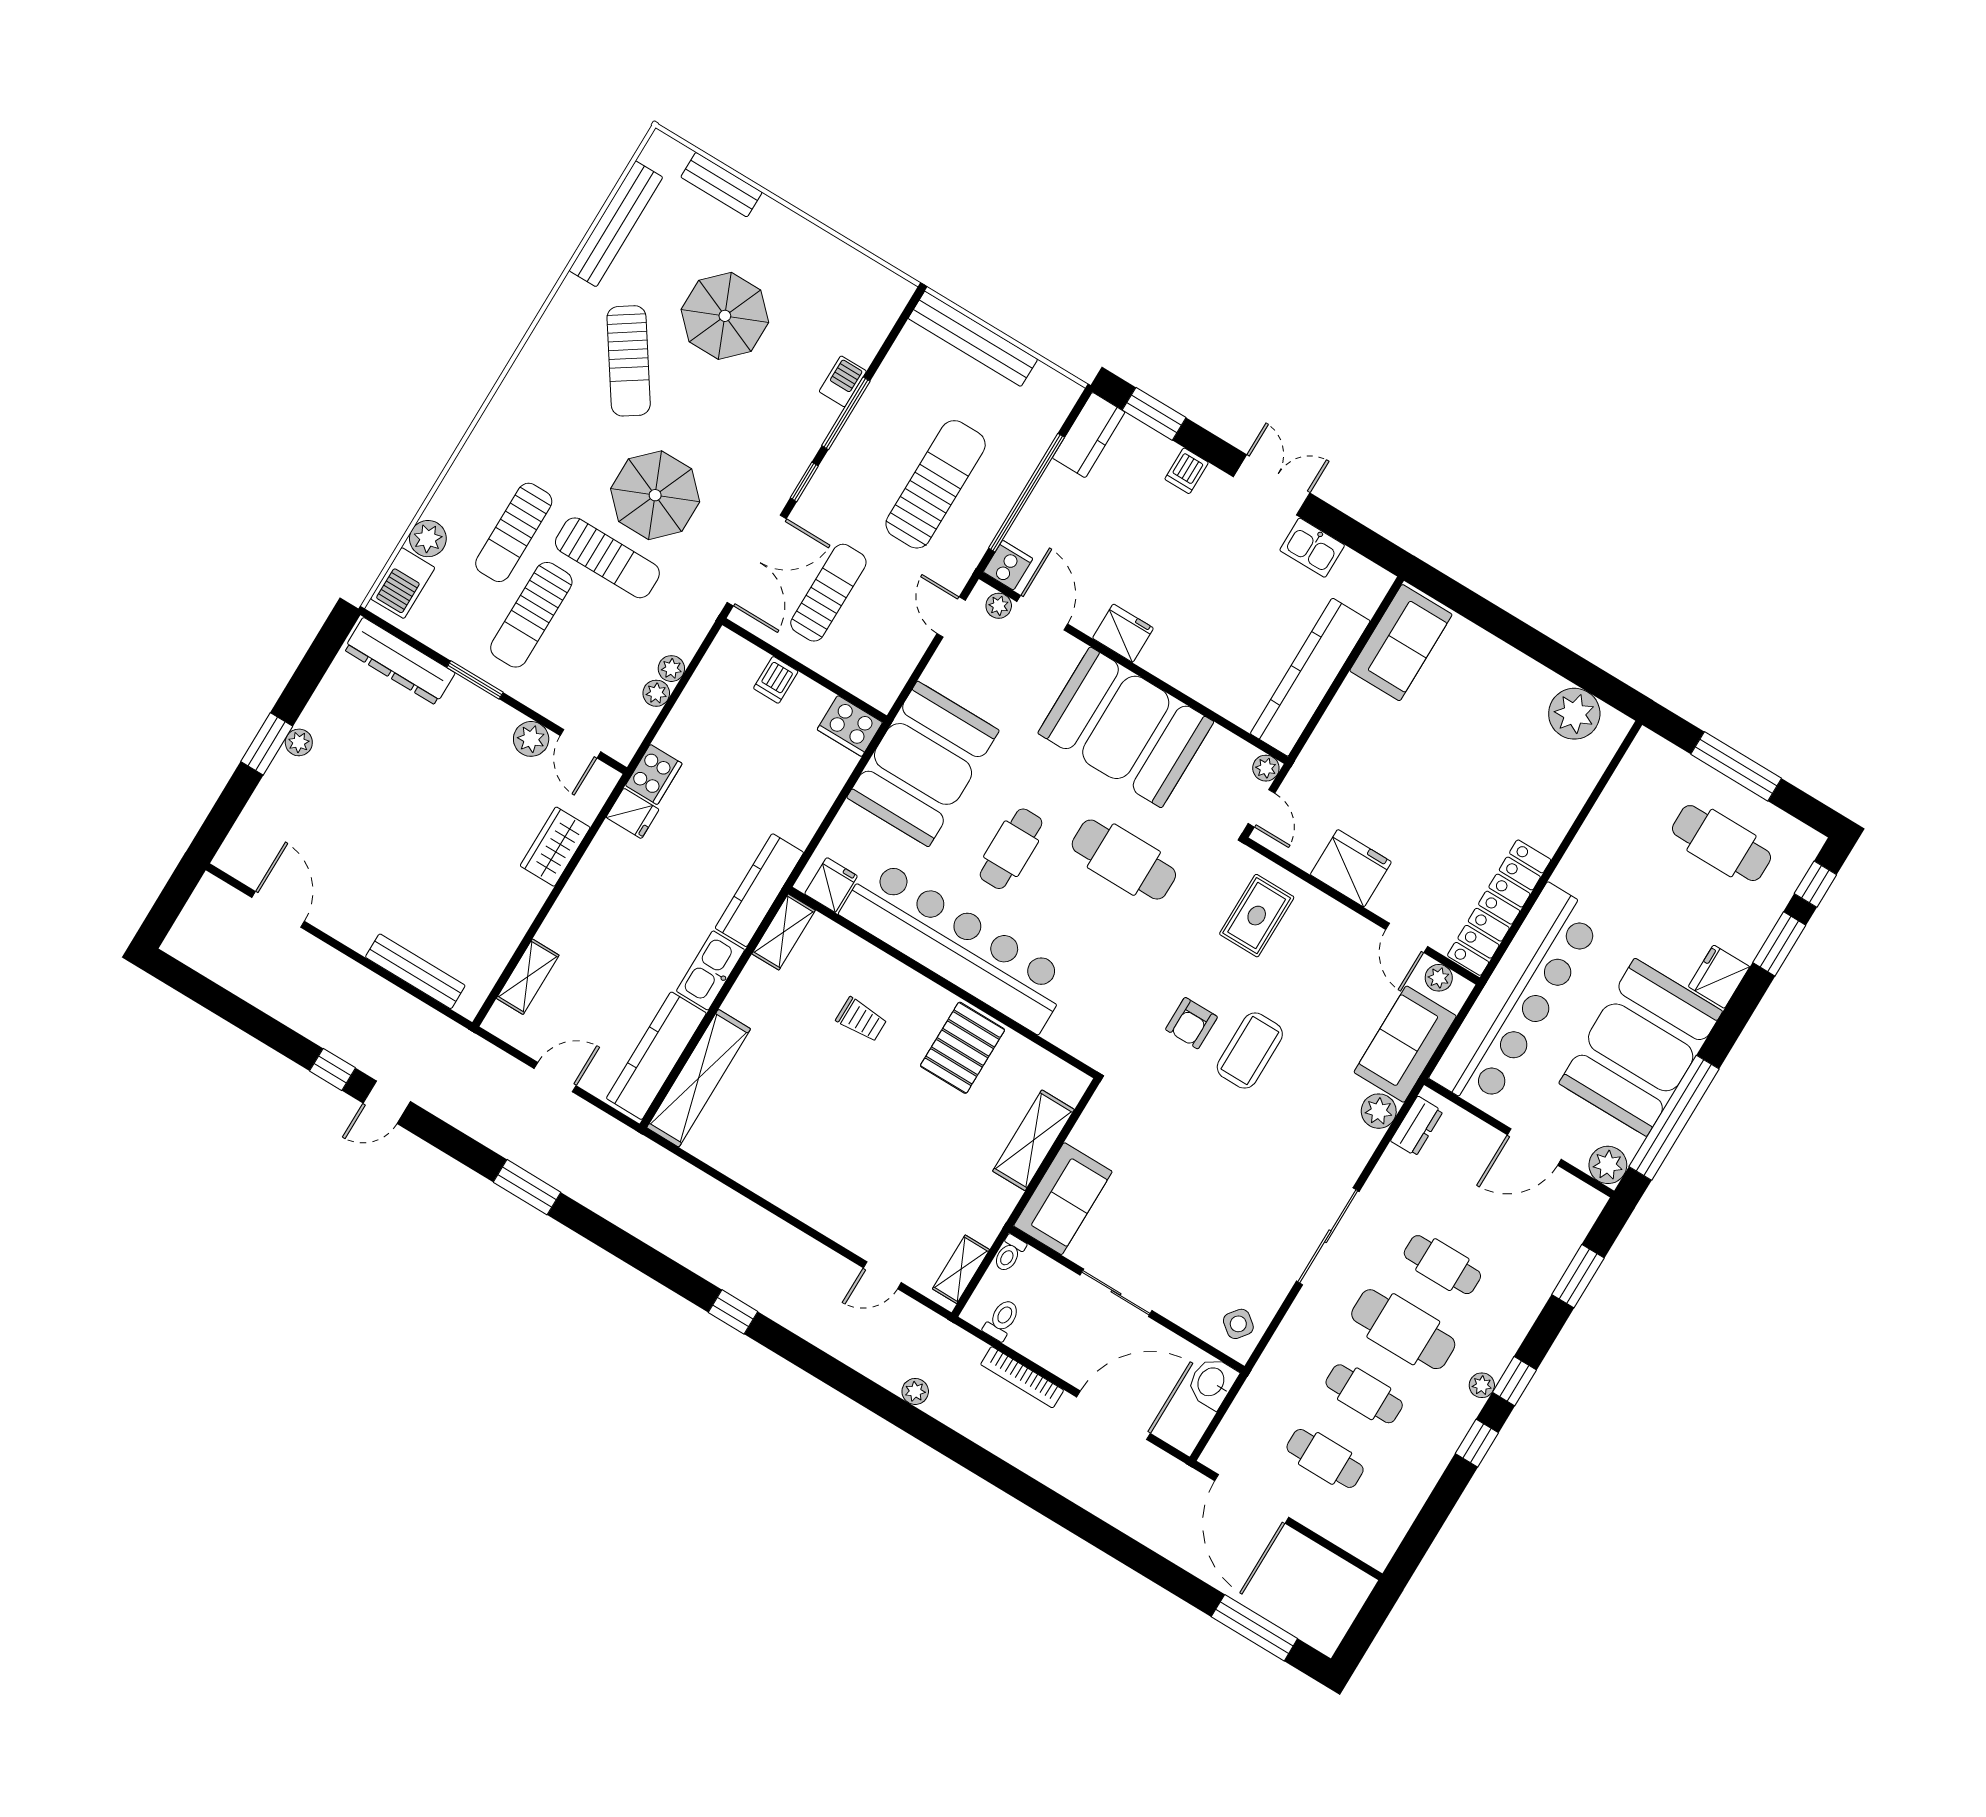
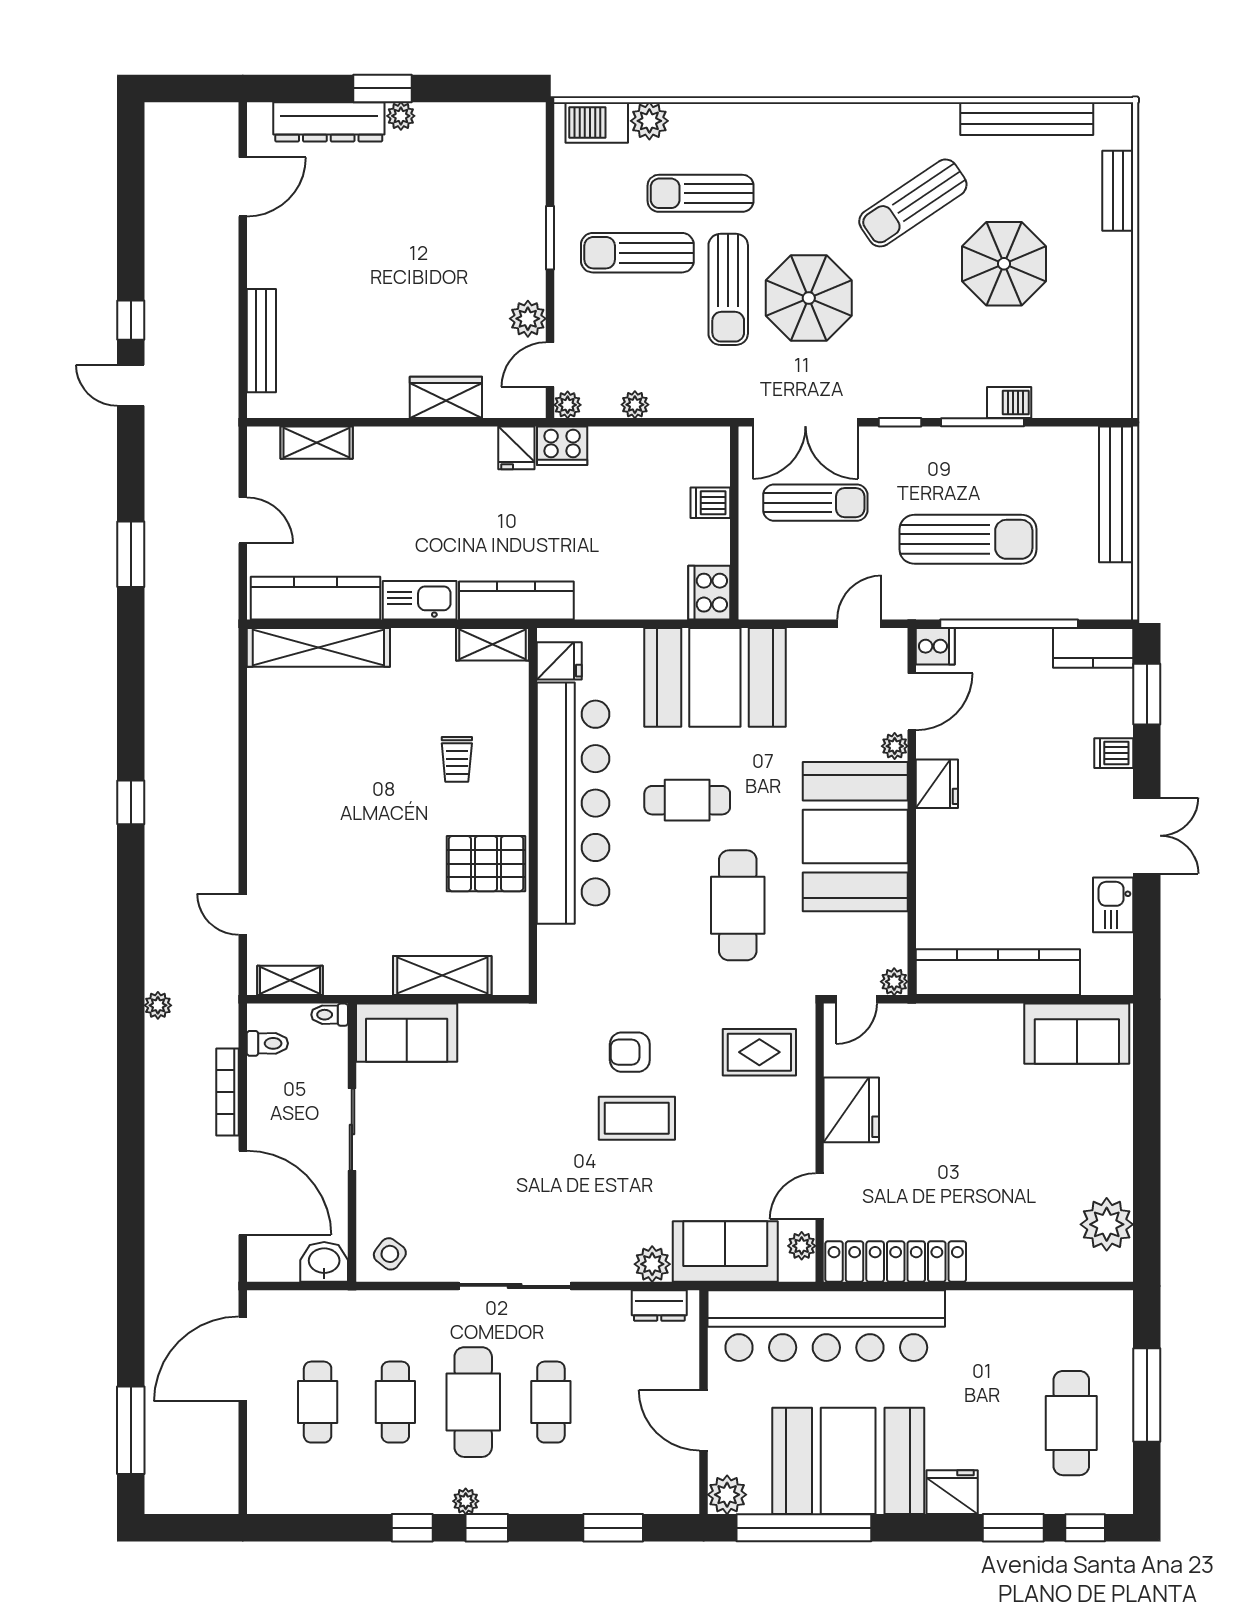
plant: (999, 606) -> (895, 746), moved
dresser: (399, 661) -> (329, 122), moved, turned -90
plant: (671, 669) -> (568, 405), moved

